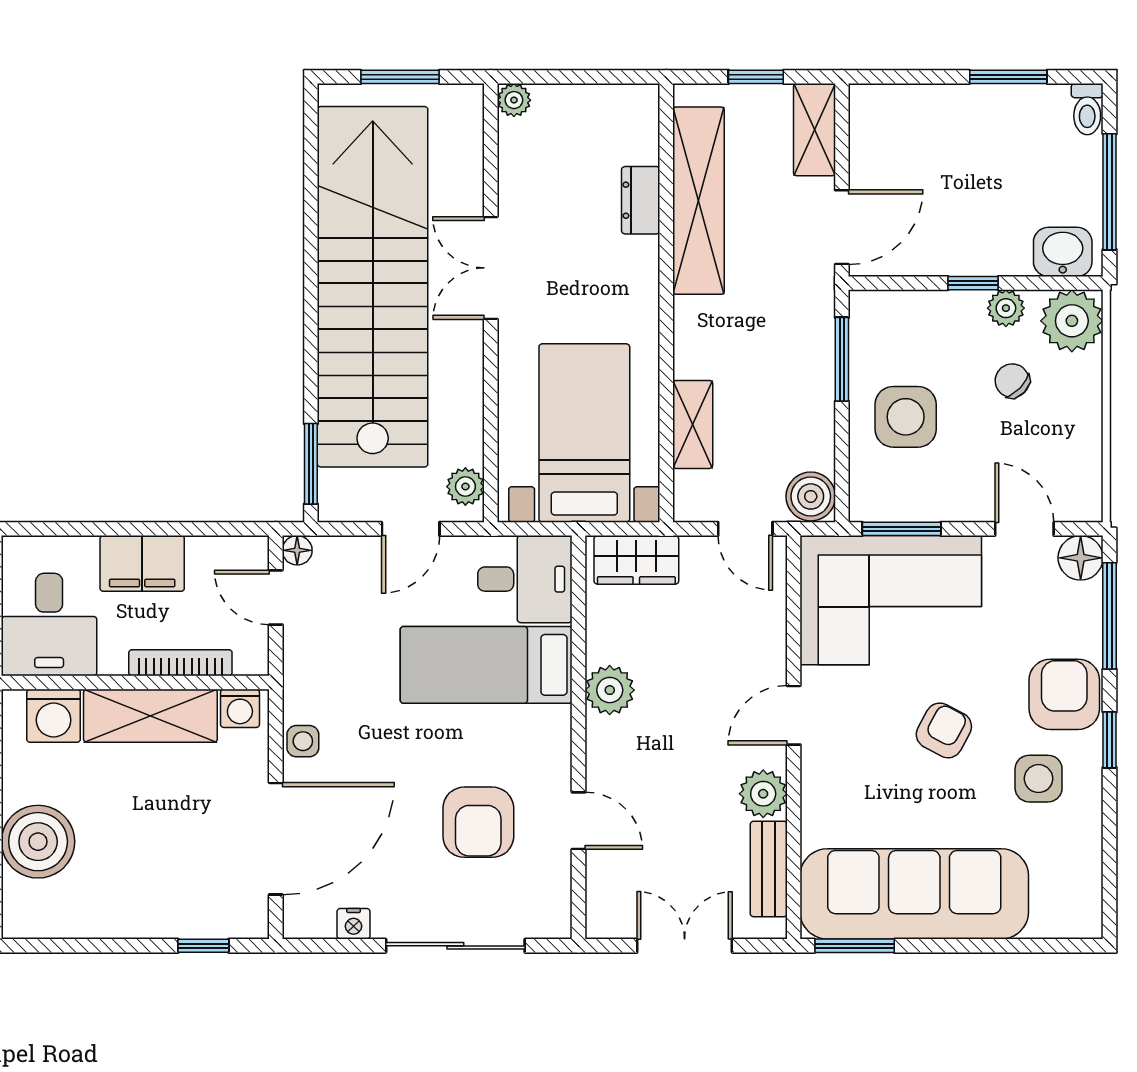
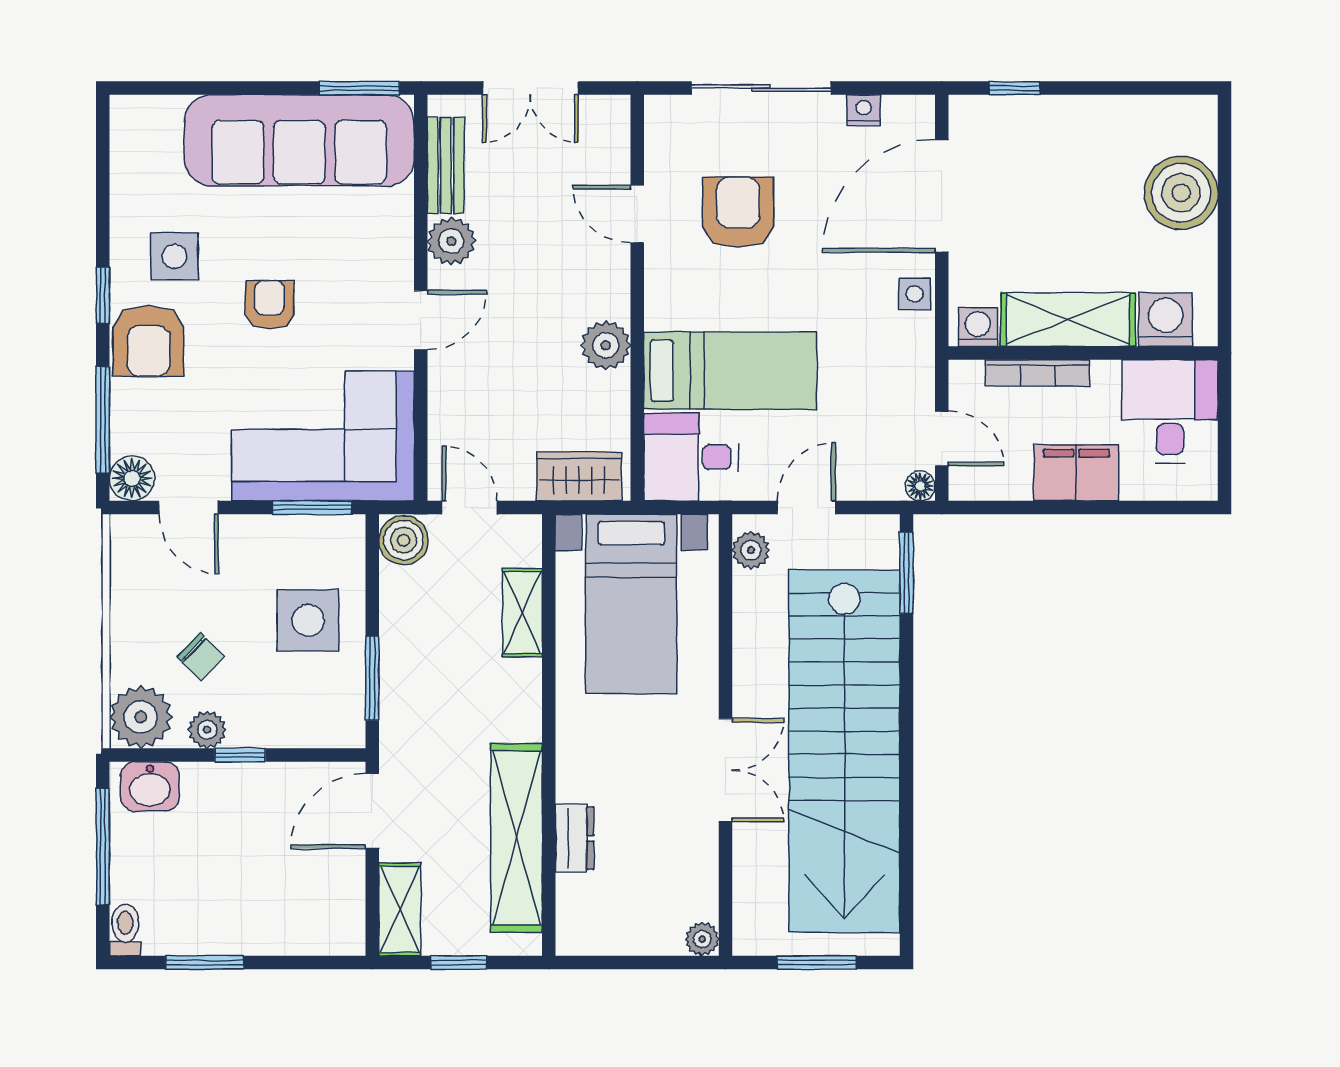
armchair: (944, 730) -> (269, 305), turned 152

